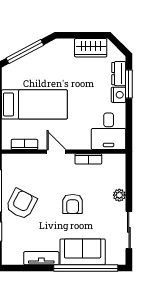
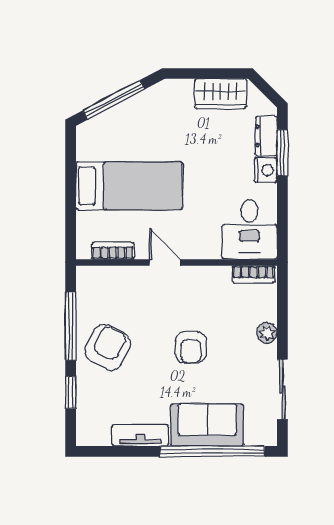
bookcase: (88, 159) -> (254, 274), moved

